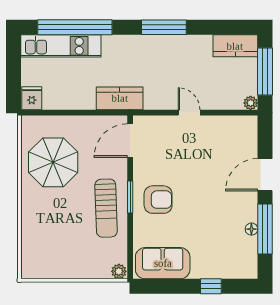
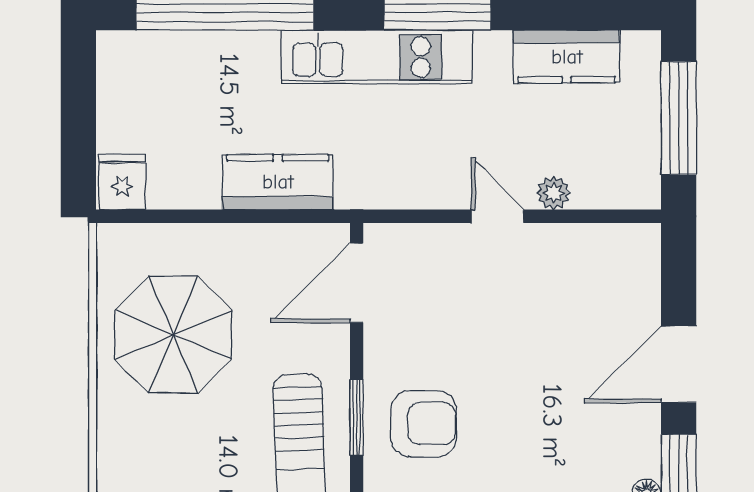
kitchen unit: (61, 46) -> (377, 57), moved
kitchen counter: (235, 46) -> (567, 57), moved
kitchen counter: (120, 98) -> (278, 182), moved
plant: (251, 103) -> (554, 193), moved

